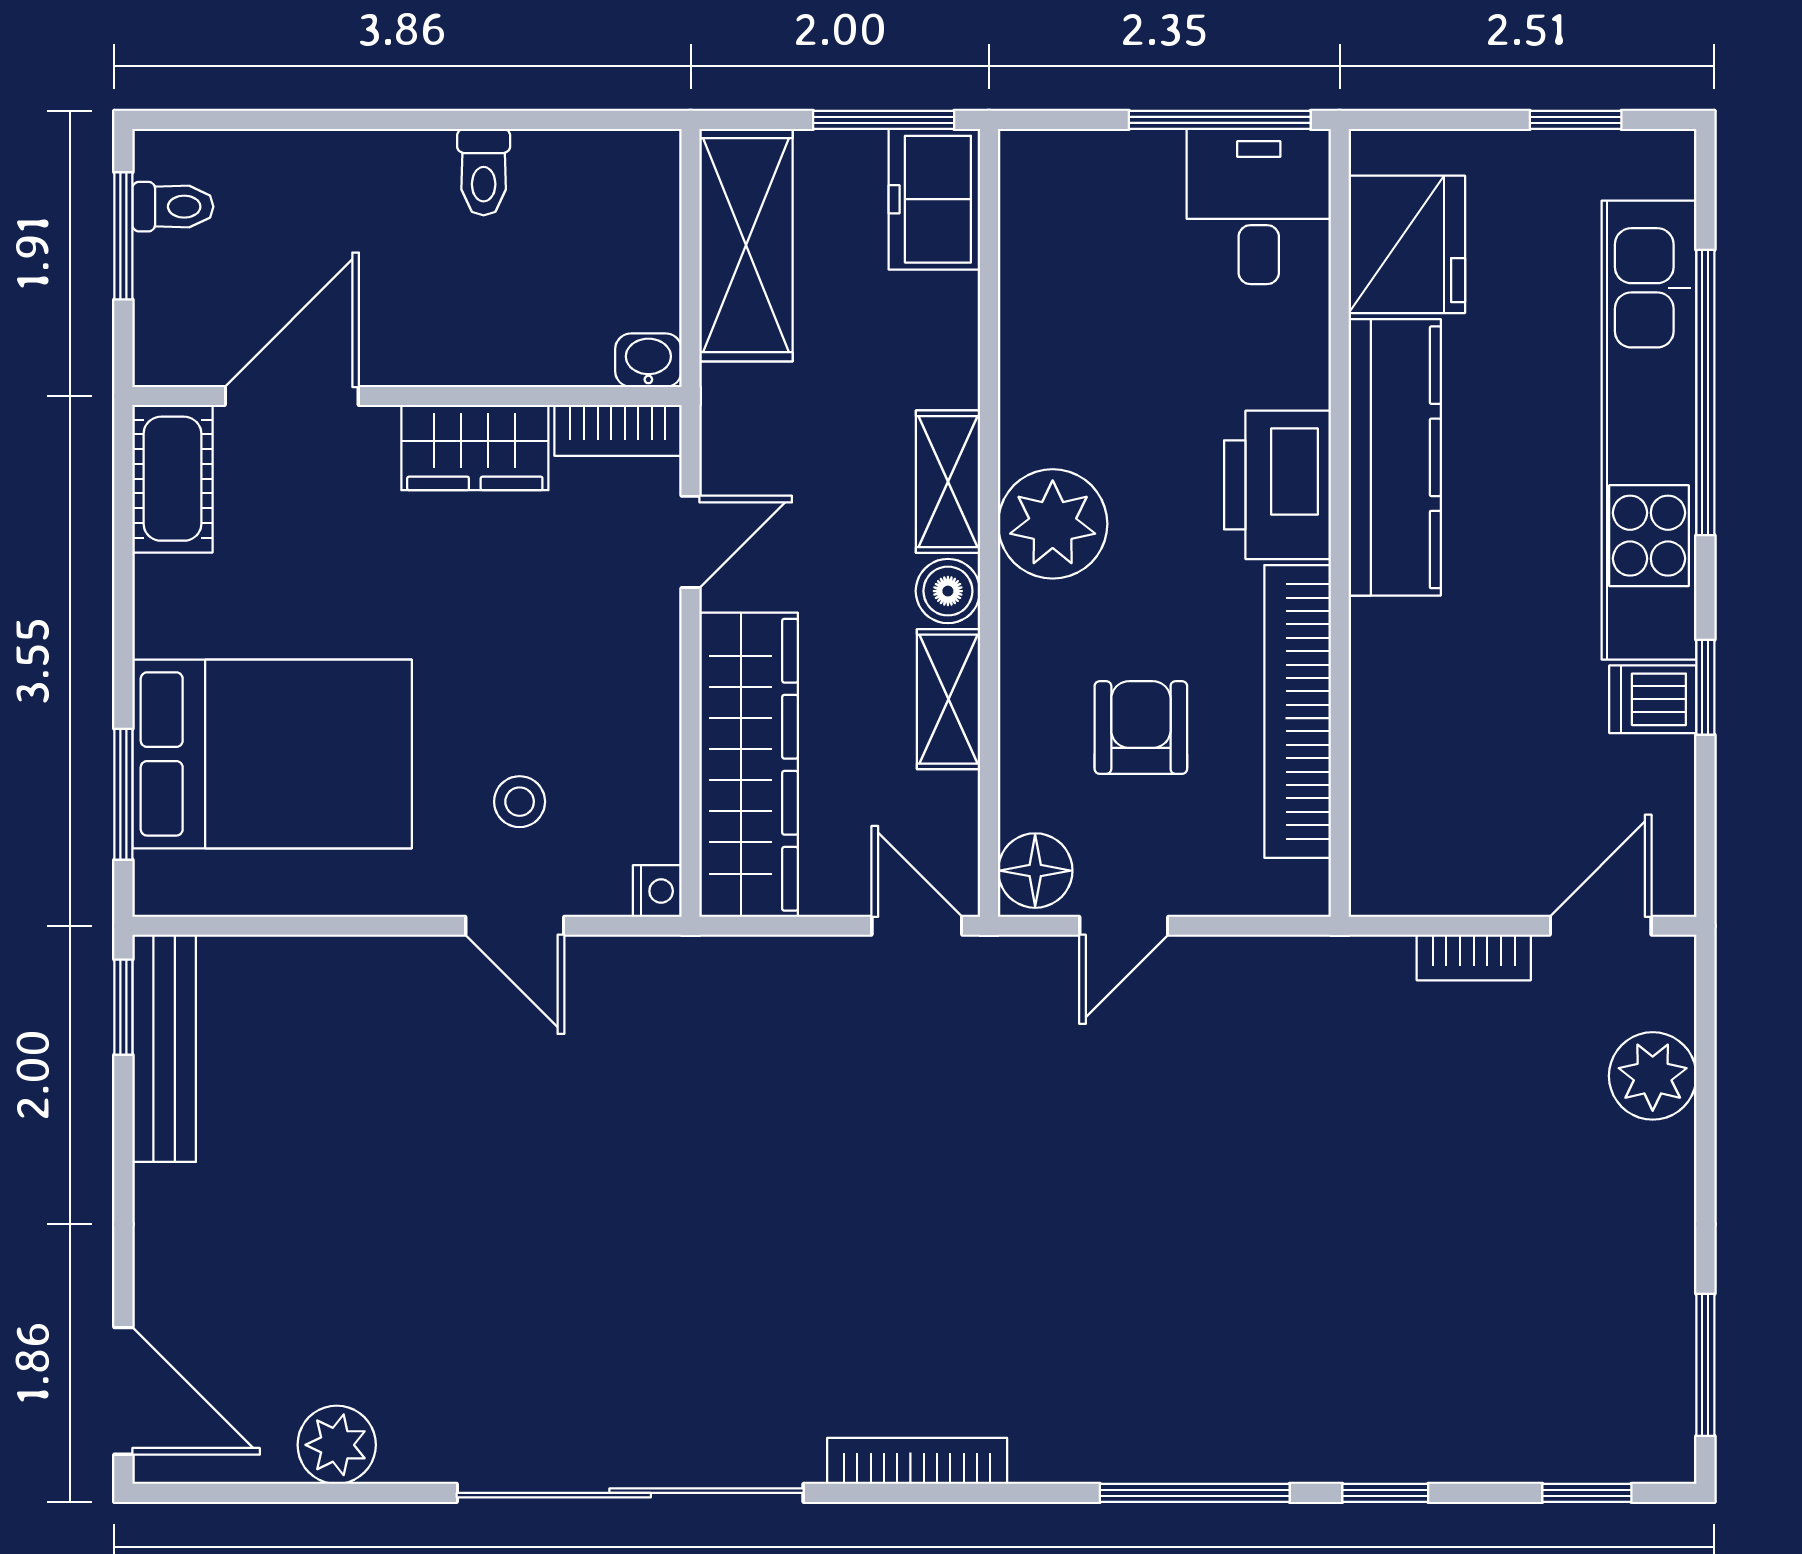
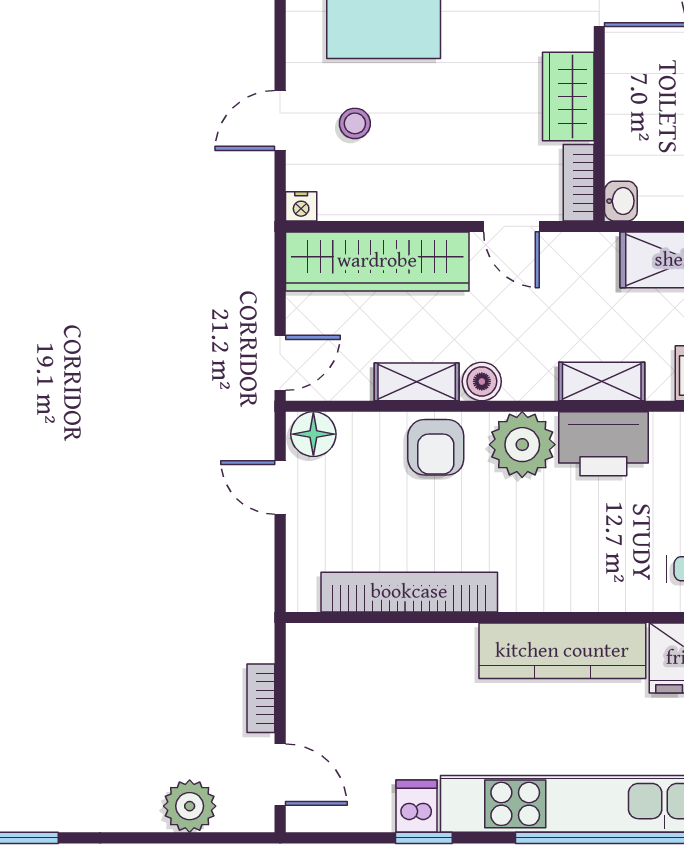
shelving: (948, 482) -> (602, 382), moved
printer: (1277, 485) -> (603, 444), moved, turned 180
armchair: (1141, 728) -> (436, 447), moved, turned 90

